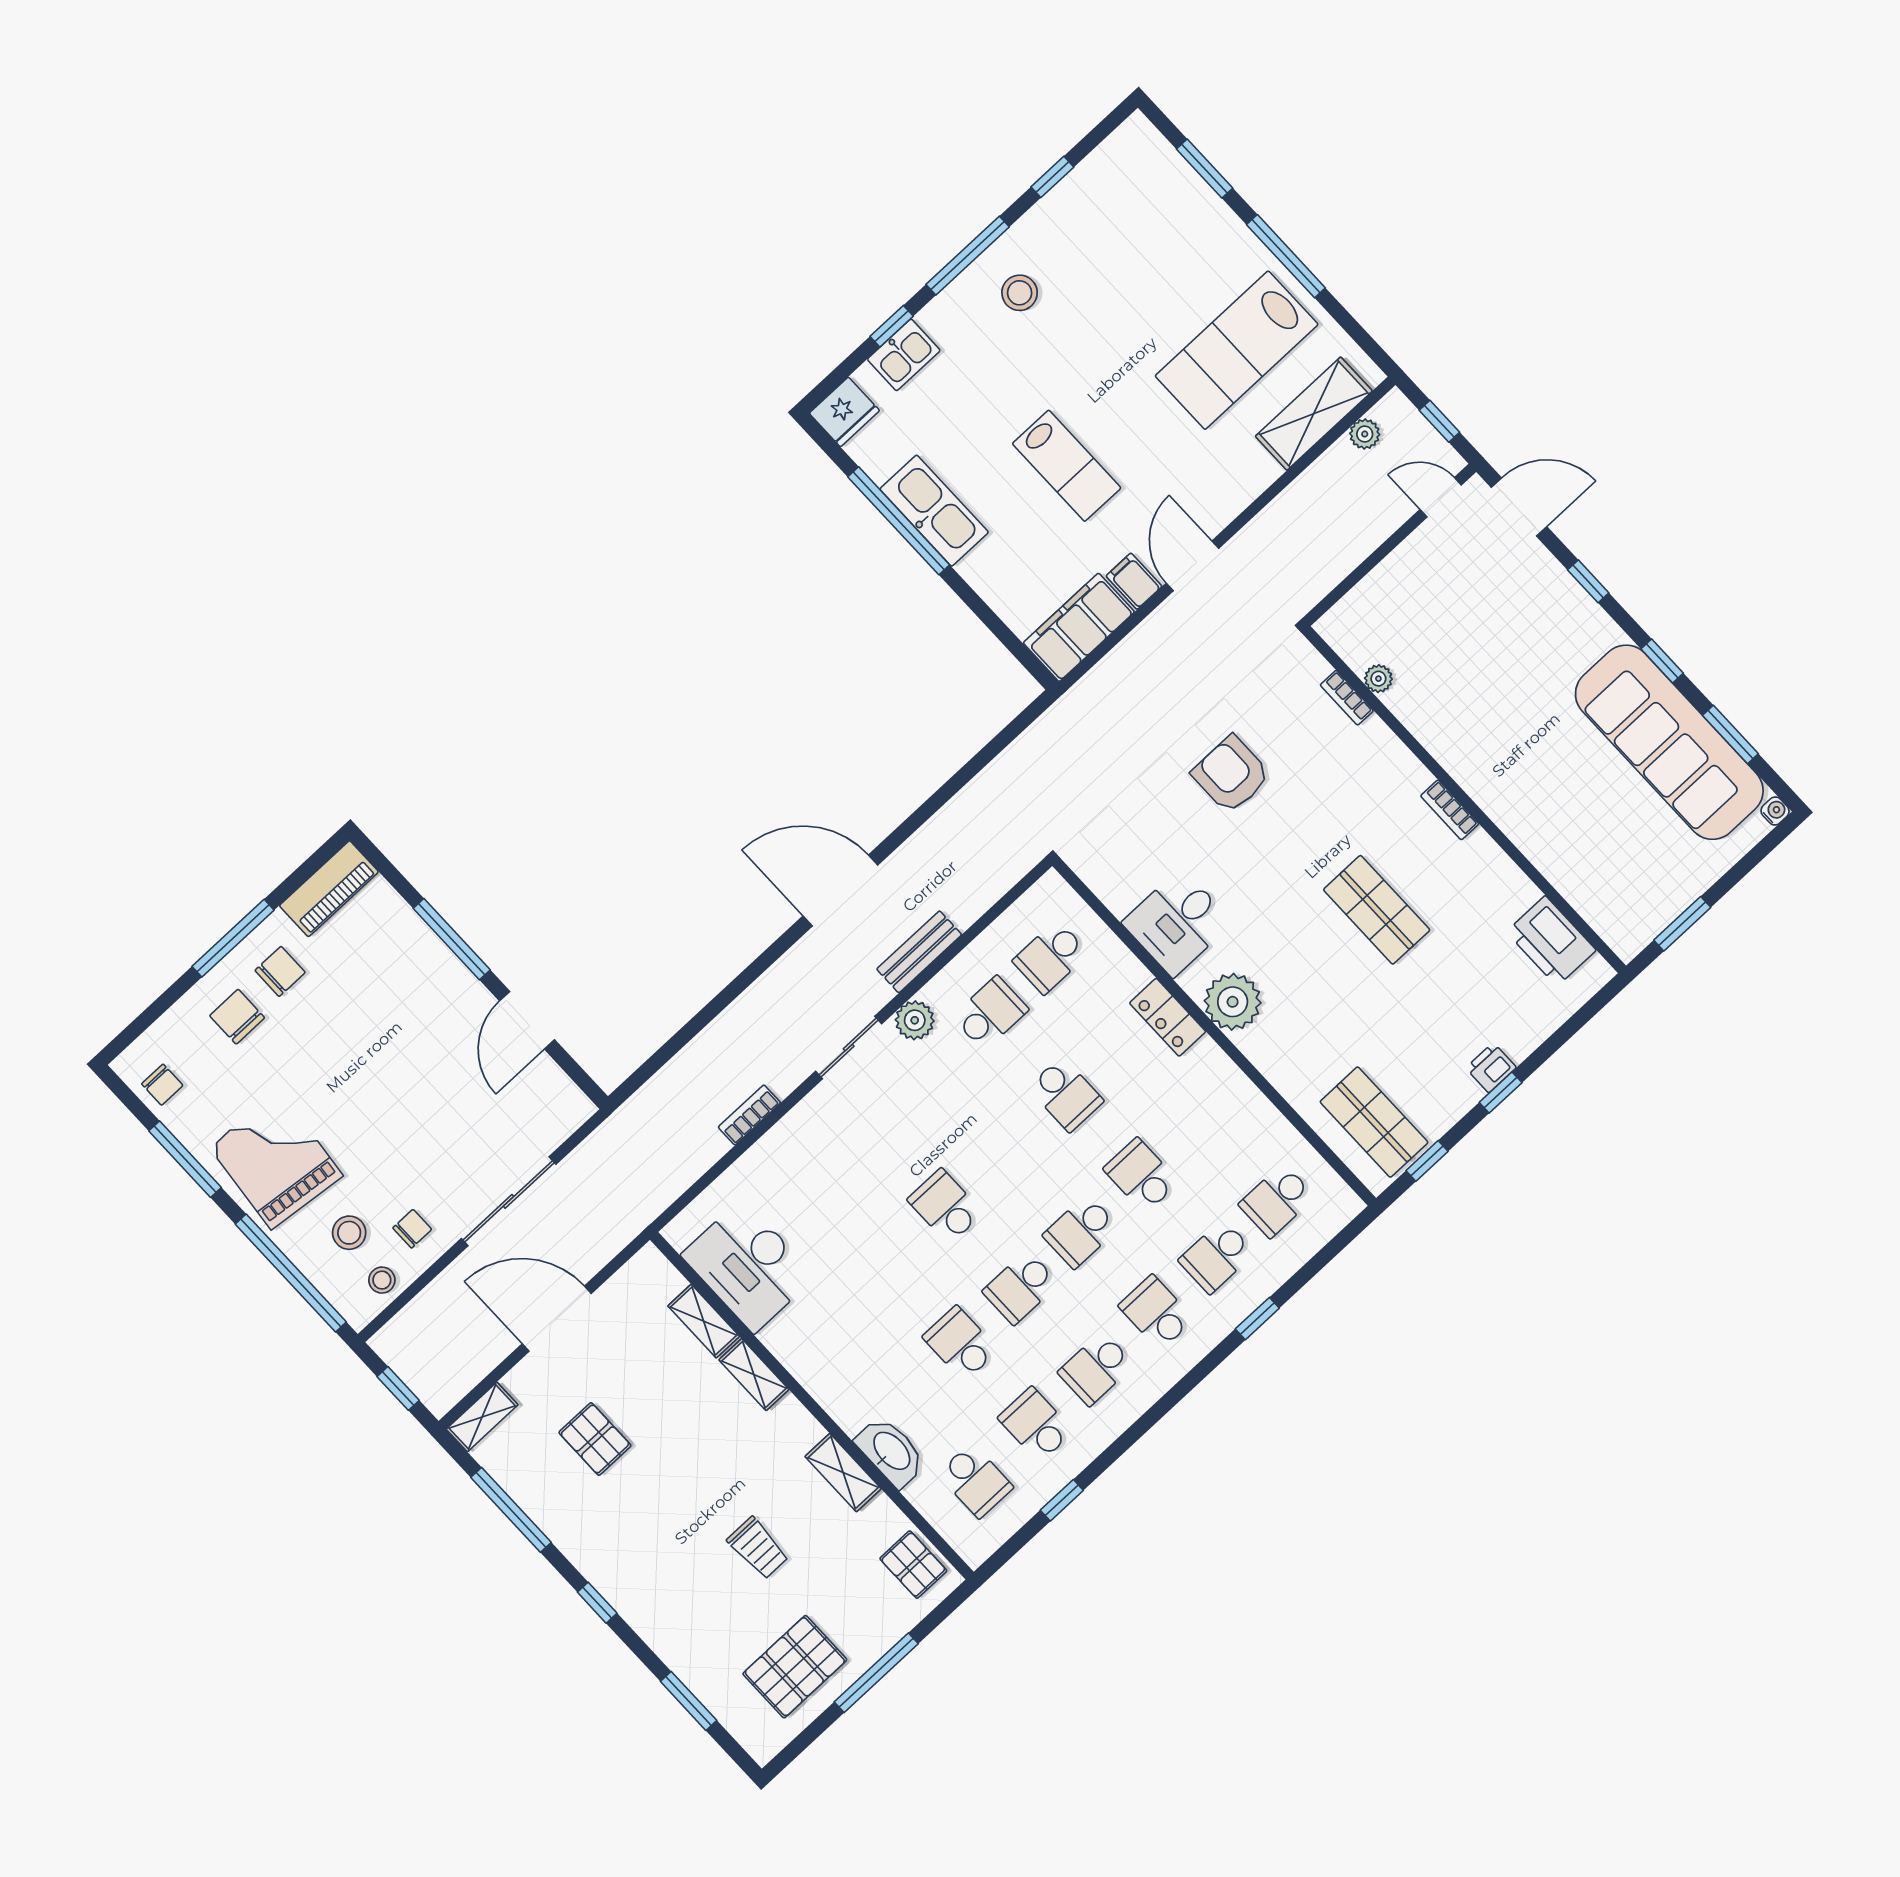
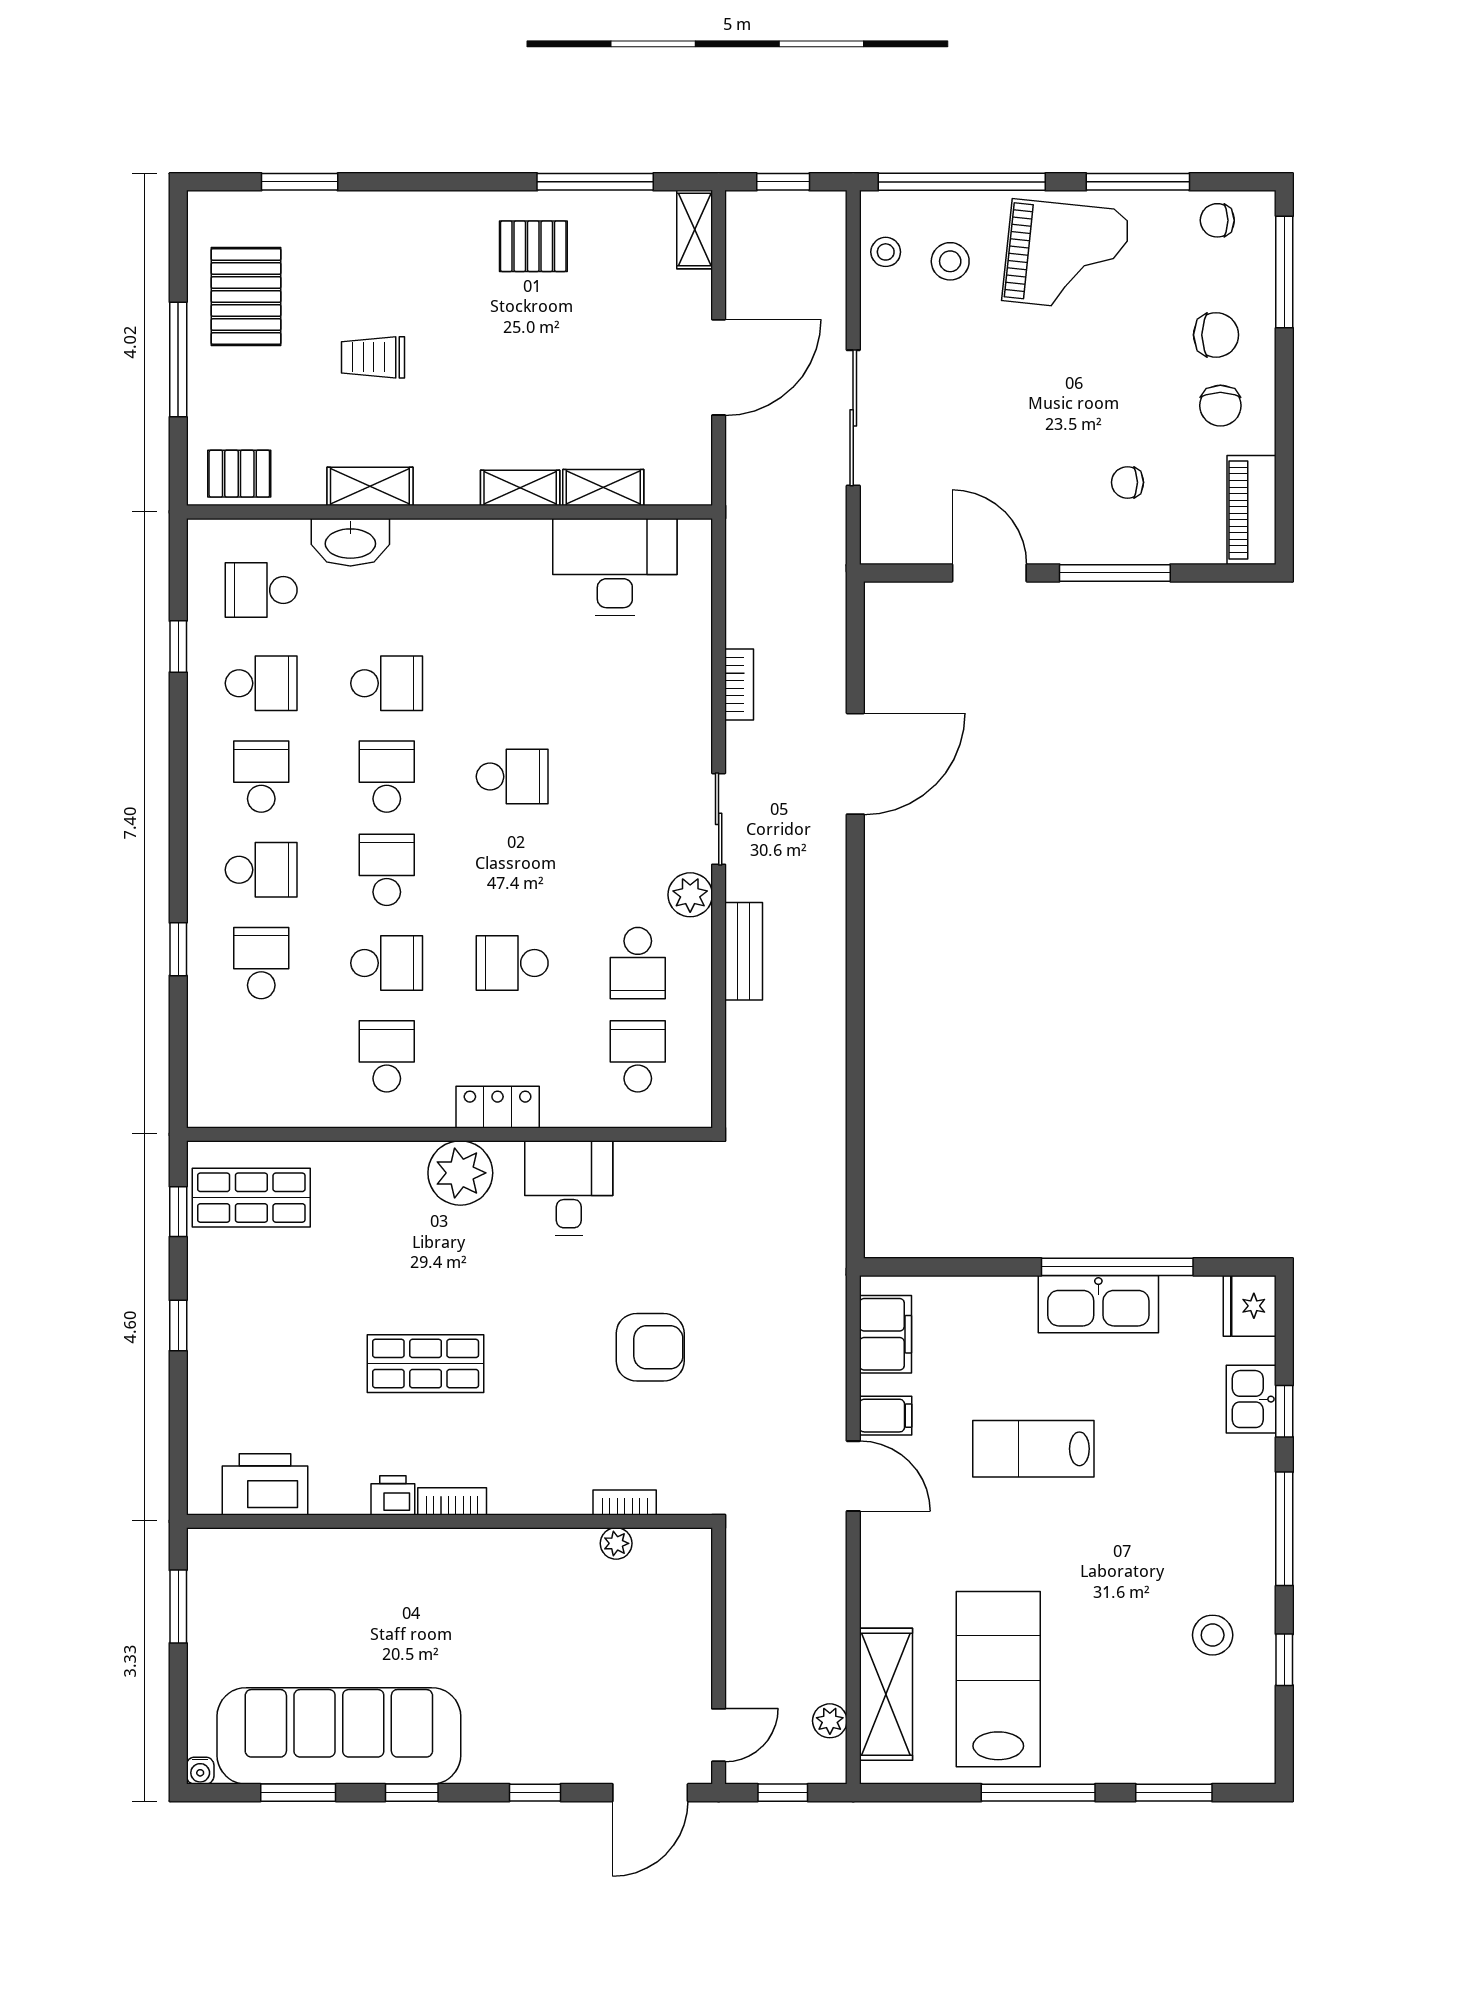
stool: (1020, 293) -> (1213, 1635), moved
filing cabinet: (1079, 627) -> (885, 1334), width x0.67, depth x0.86
door: (840, 891) -> (855, 764), moved
window: (233, 938) -> (1284, 272), moved
printer: (1491, 1068) -> (393, 1495), moved, turned -90
school desk: (1277, 1201) -> (387, 1056), moved
chair: (412, 1229) -> (1127, 482), moved, turned 90
pallet: (595, 1439) -> (533, 246), moved
window: (597, 1603) -> (452, 182), removed

